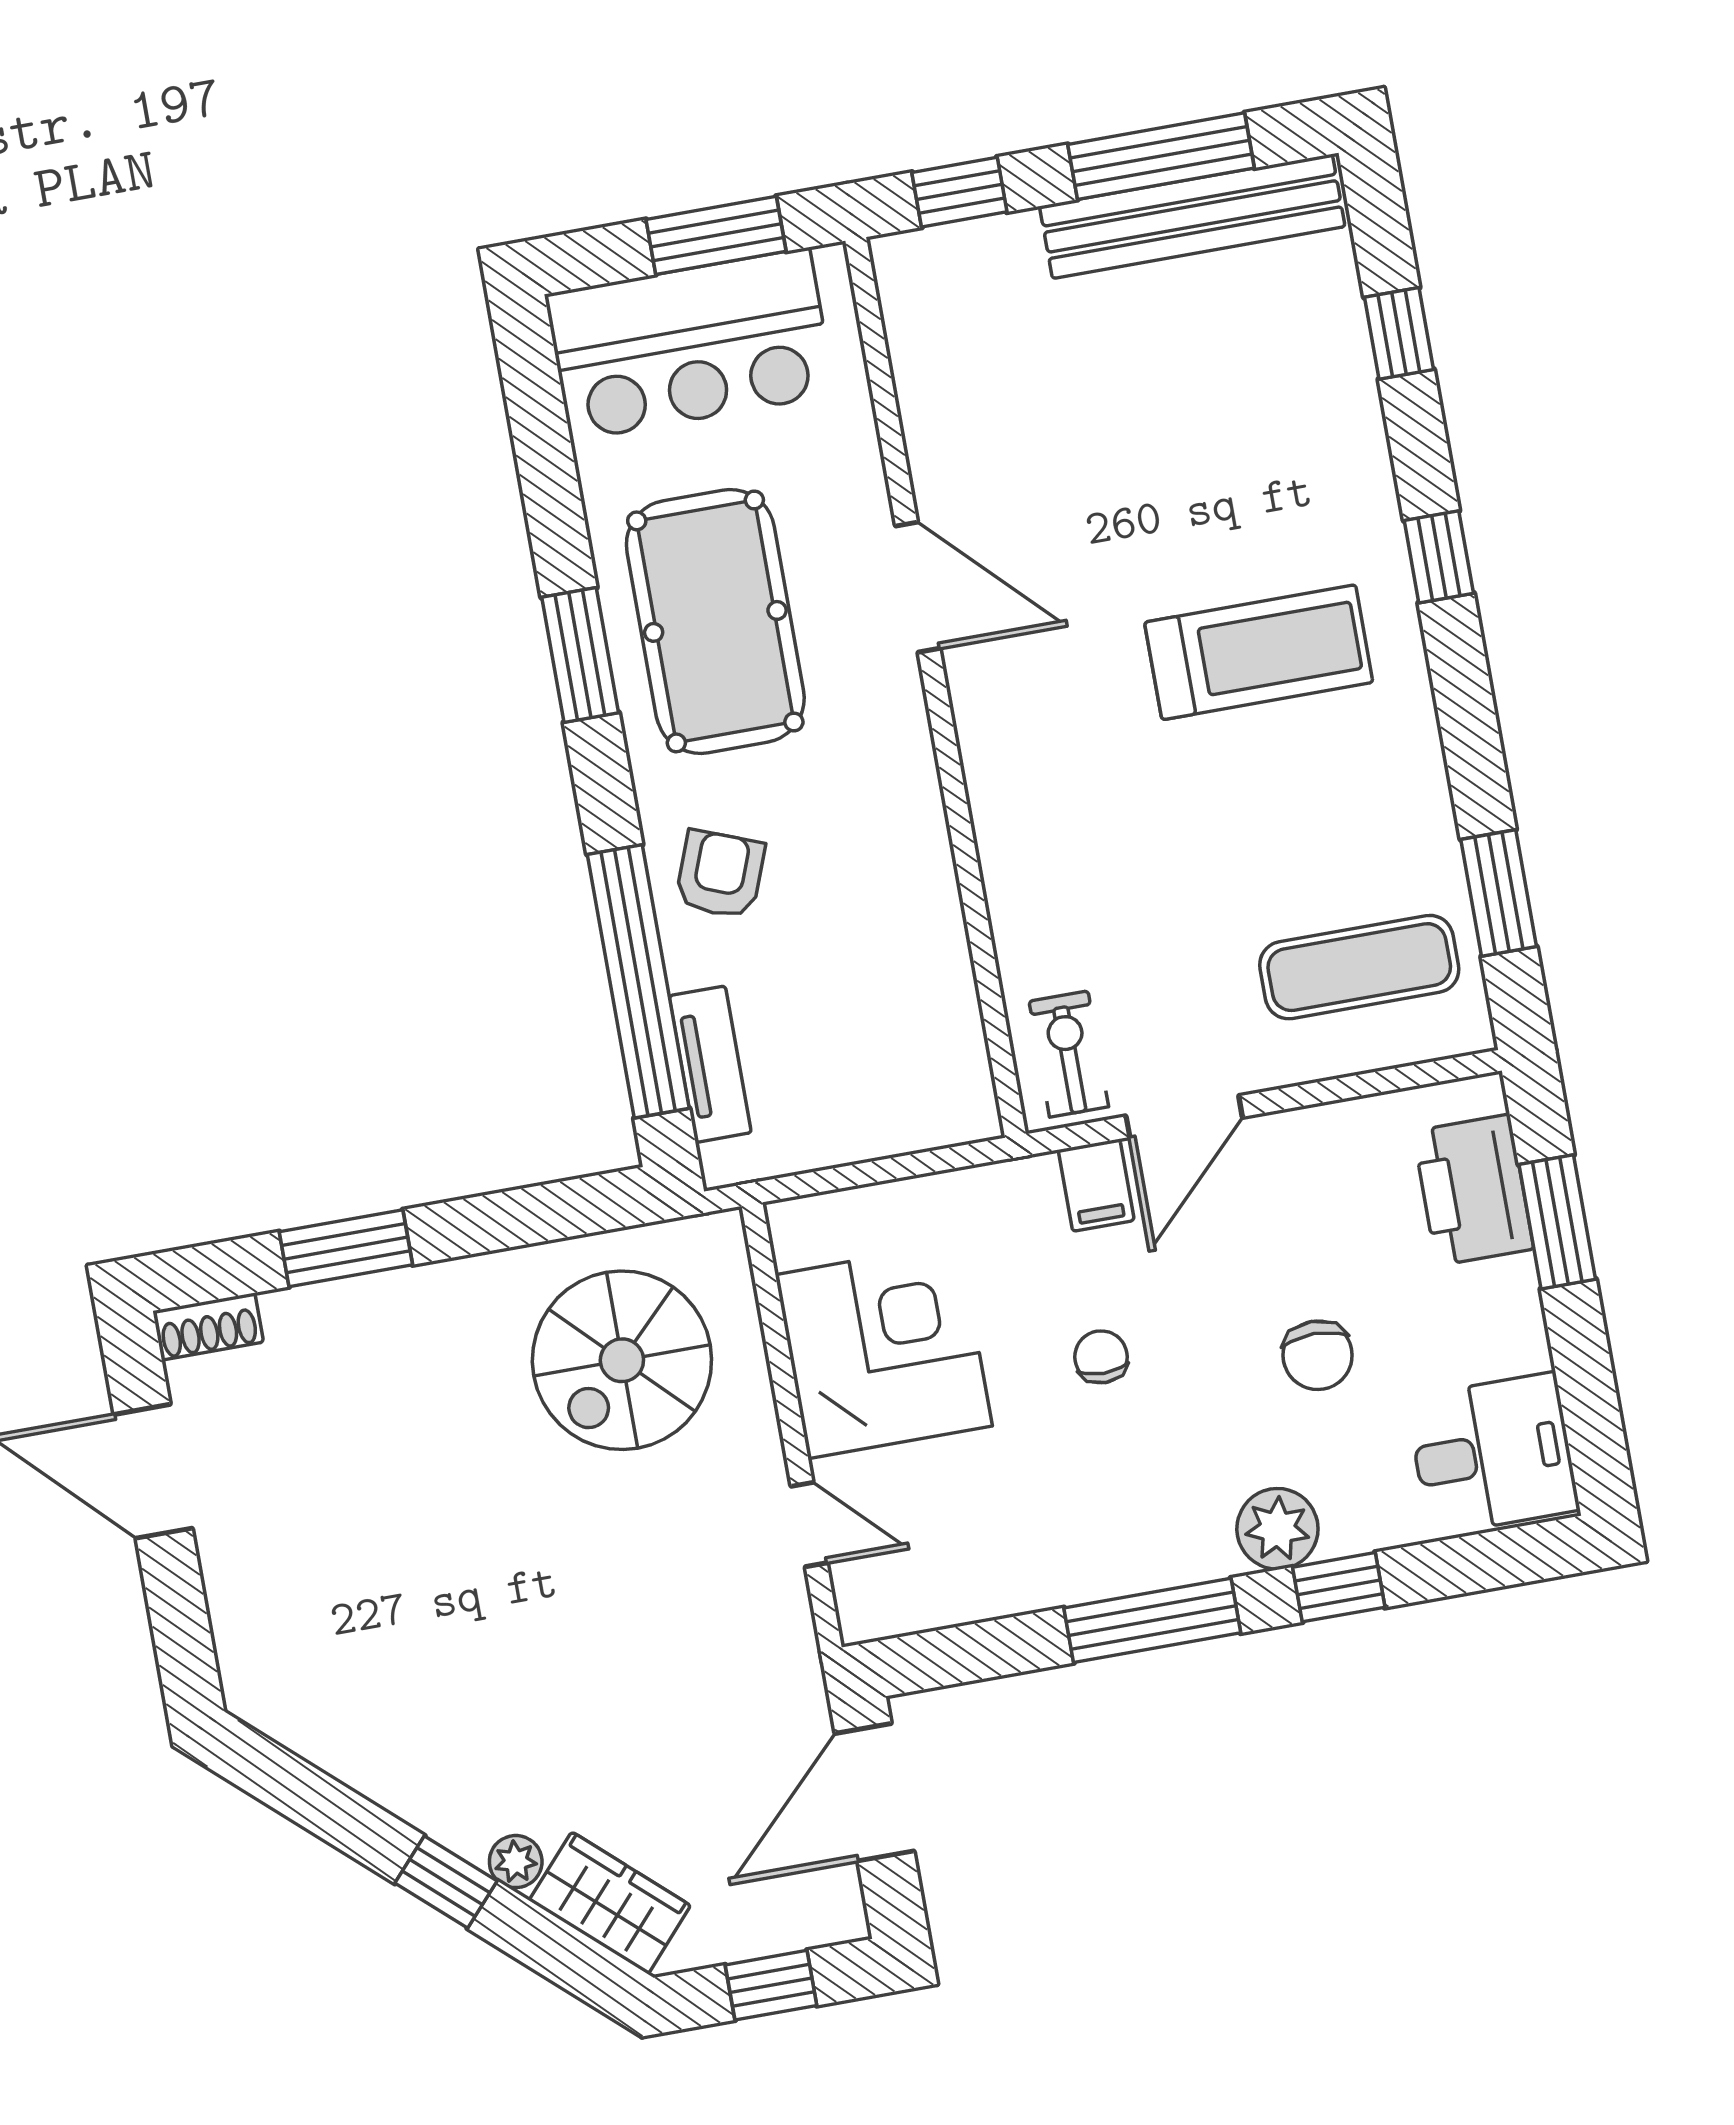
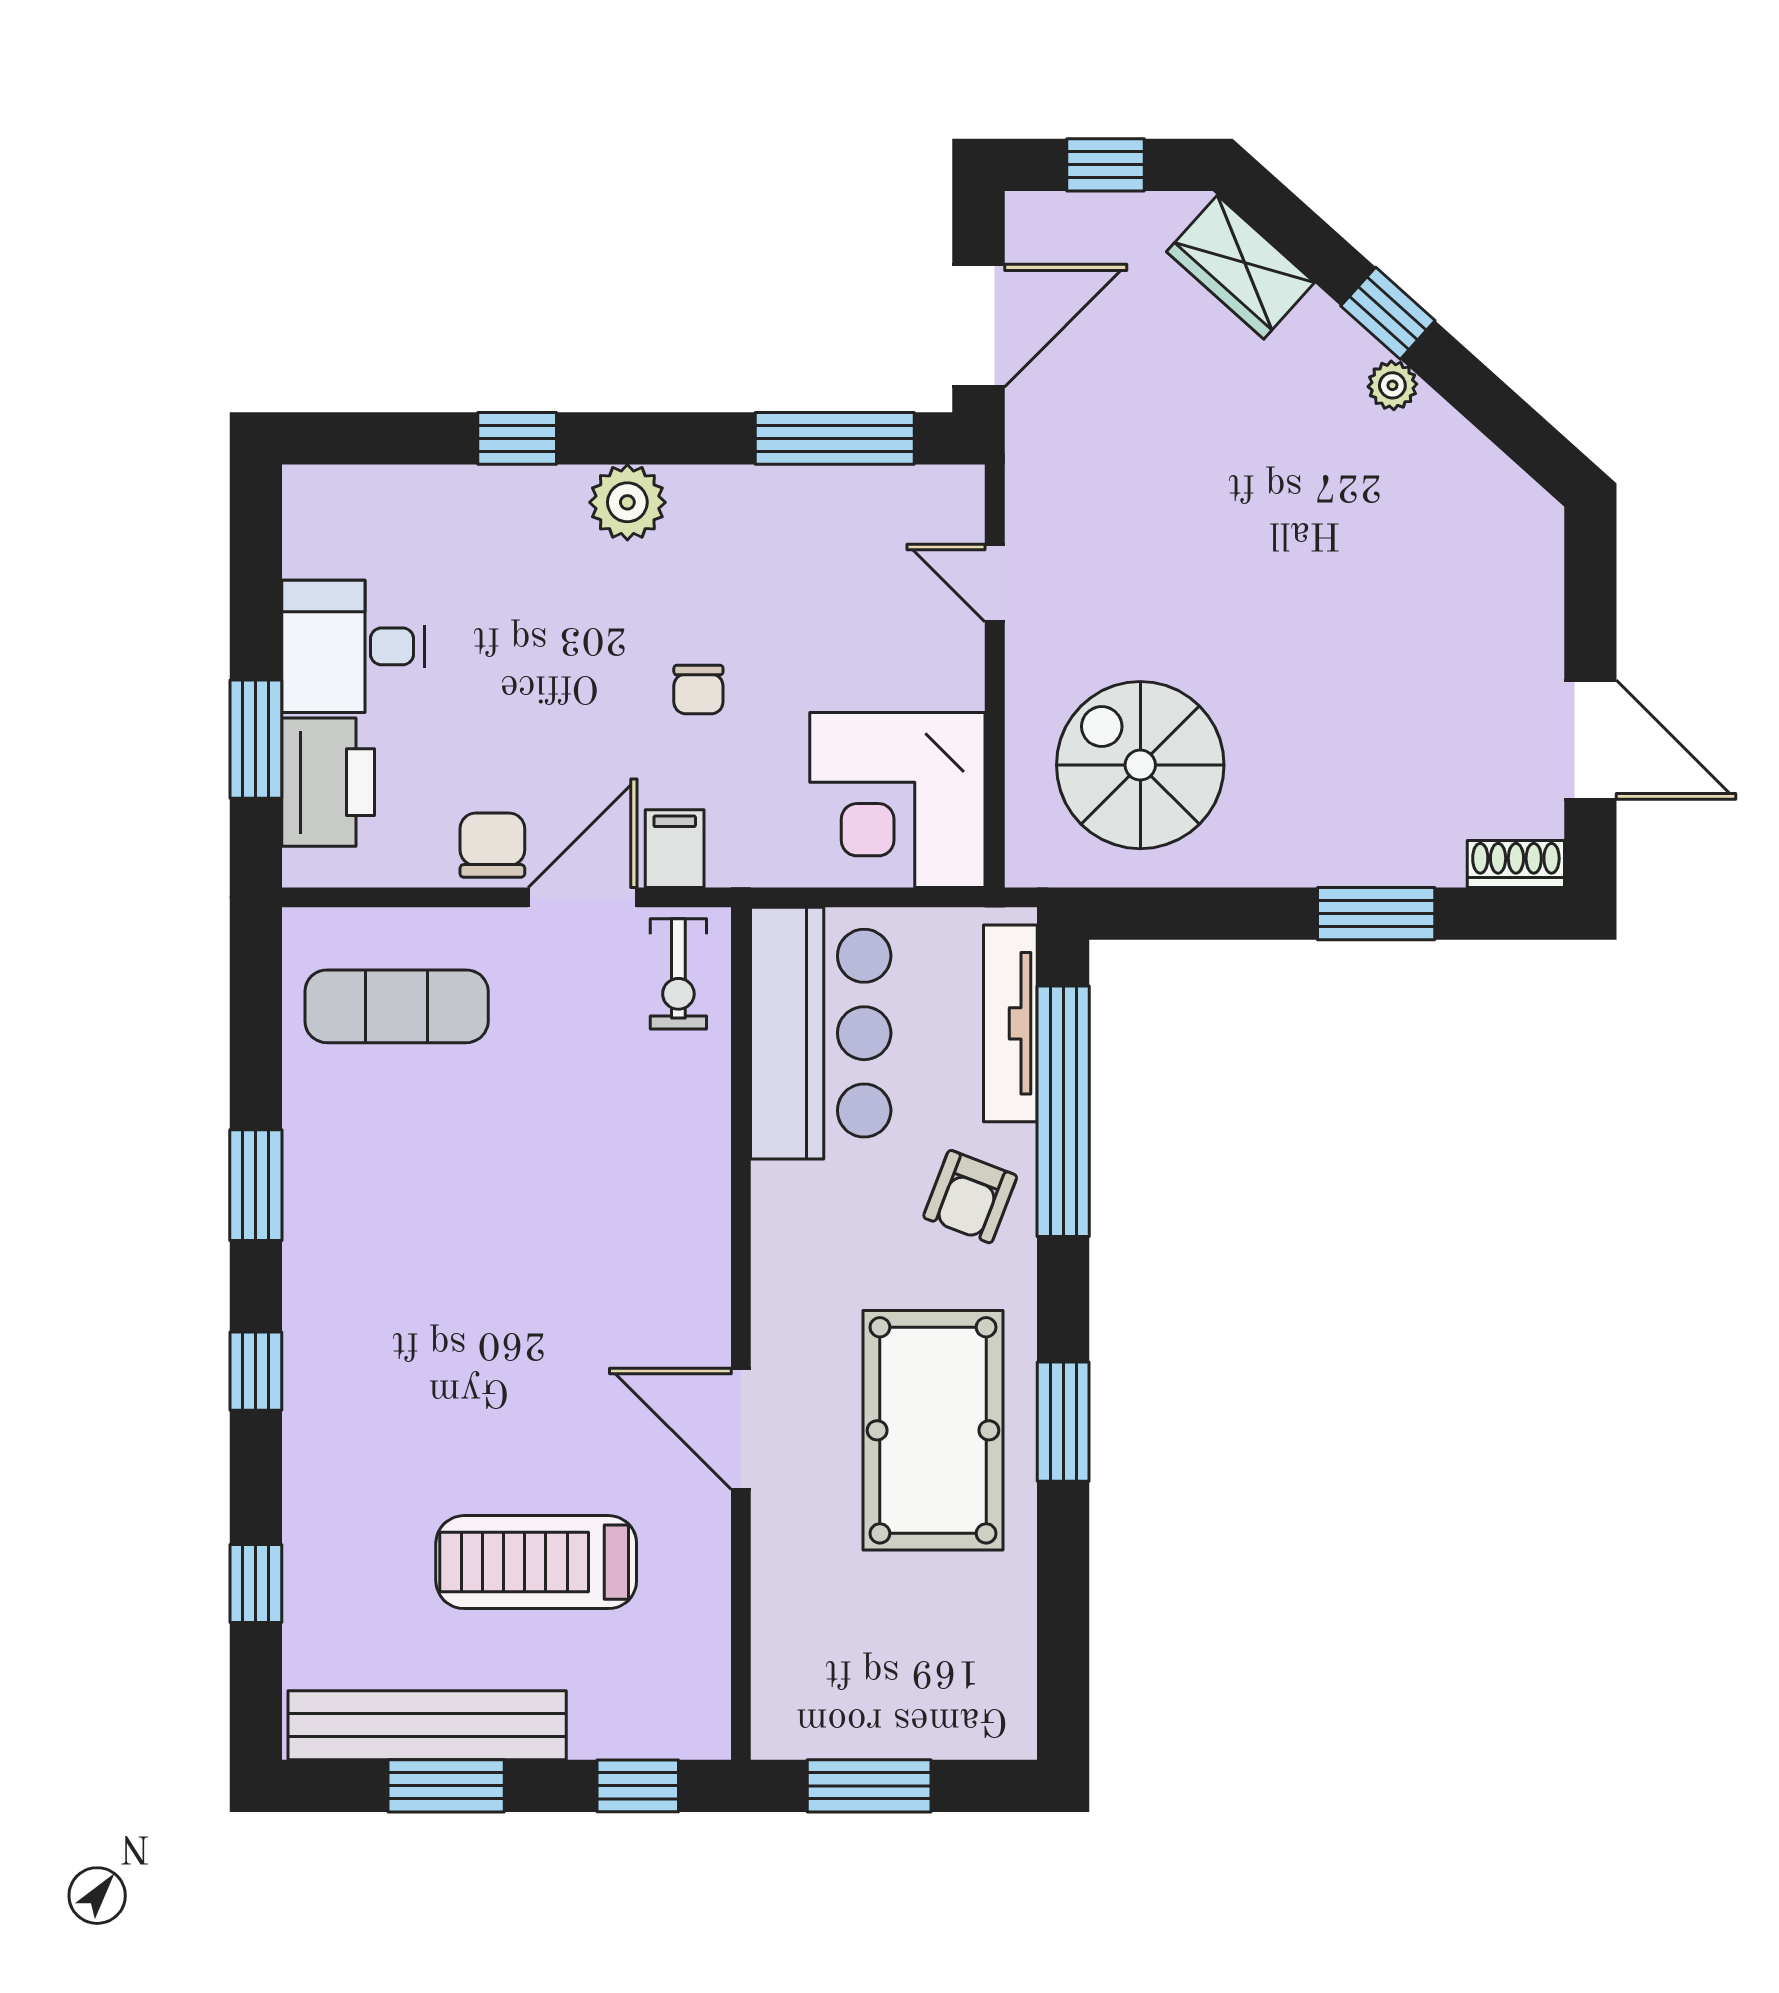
window: (1161, 156) -> (446, 1786), width x0.69
bar counter: (690, 344) -> (821, 1033), moved, turned 90
treadmill: (1259, 652) -> (536, 1562), moved
window: (1499, 893) -> (256, 1185), moved
tv unit: (710, 1064) -> (1010, 1023), width x1.41
corner desk: (884, 1350) -> (897, 800), moved
chair: (1318, 1355) -> (492, 845), moved
spiral stairs: (622, 1360) -> (1140, 765), turned -90
desk: (1493, 1454) -> (353, 646), moved
plant: (1277, 1529) -> (627, 502), moved
window: (1152, 1620) -> (835, 438), moved
plant: (516, 1862) -> (1392, 385), moved

